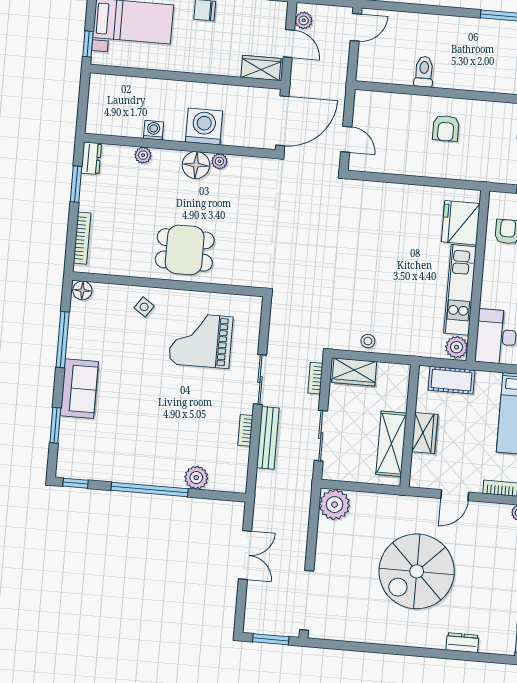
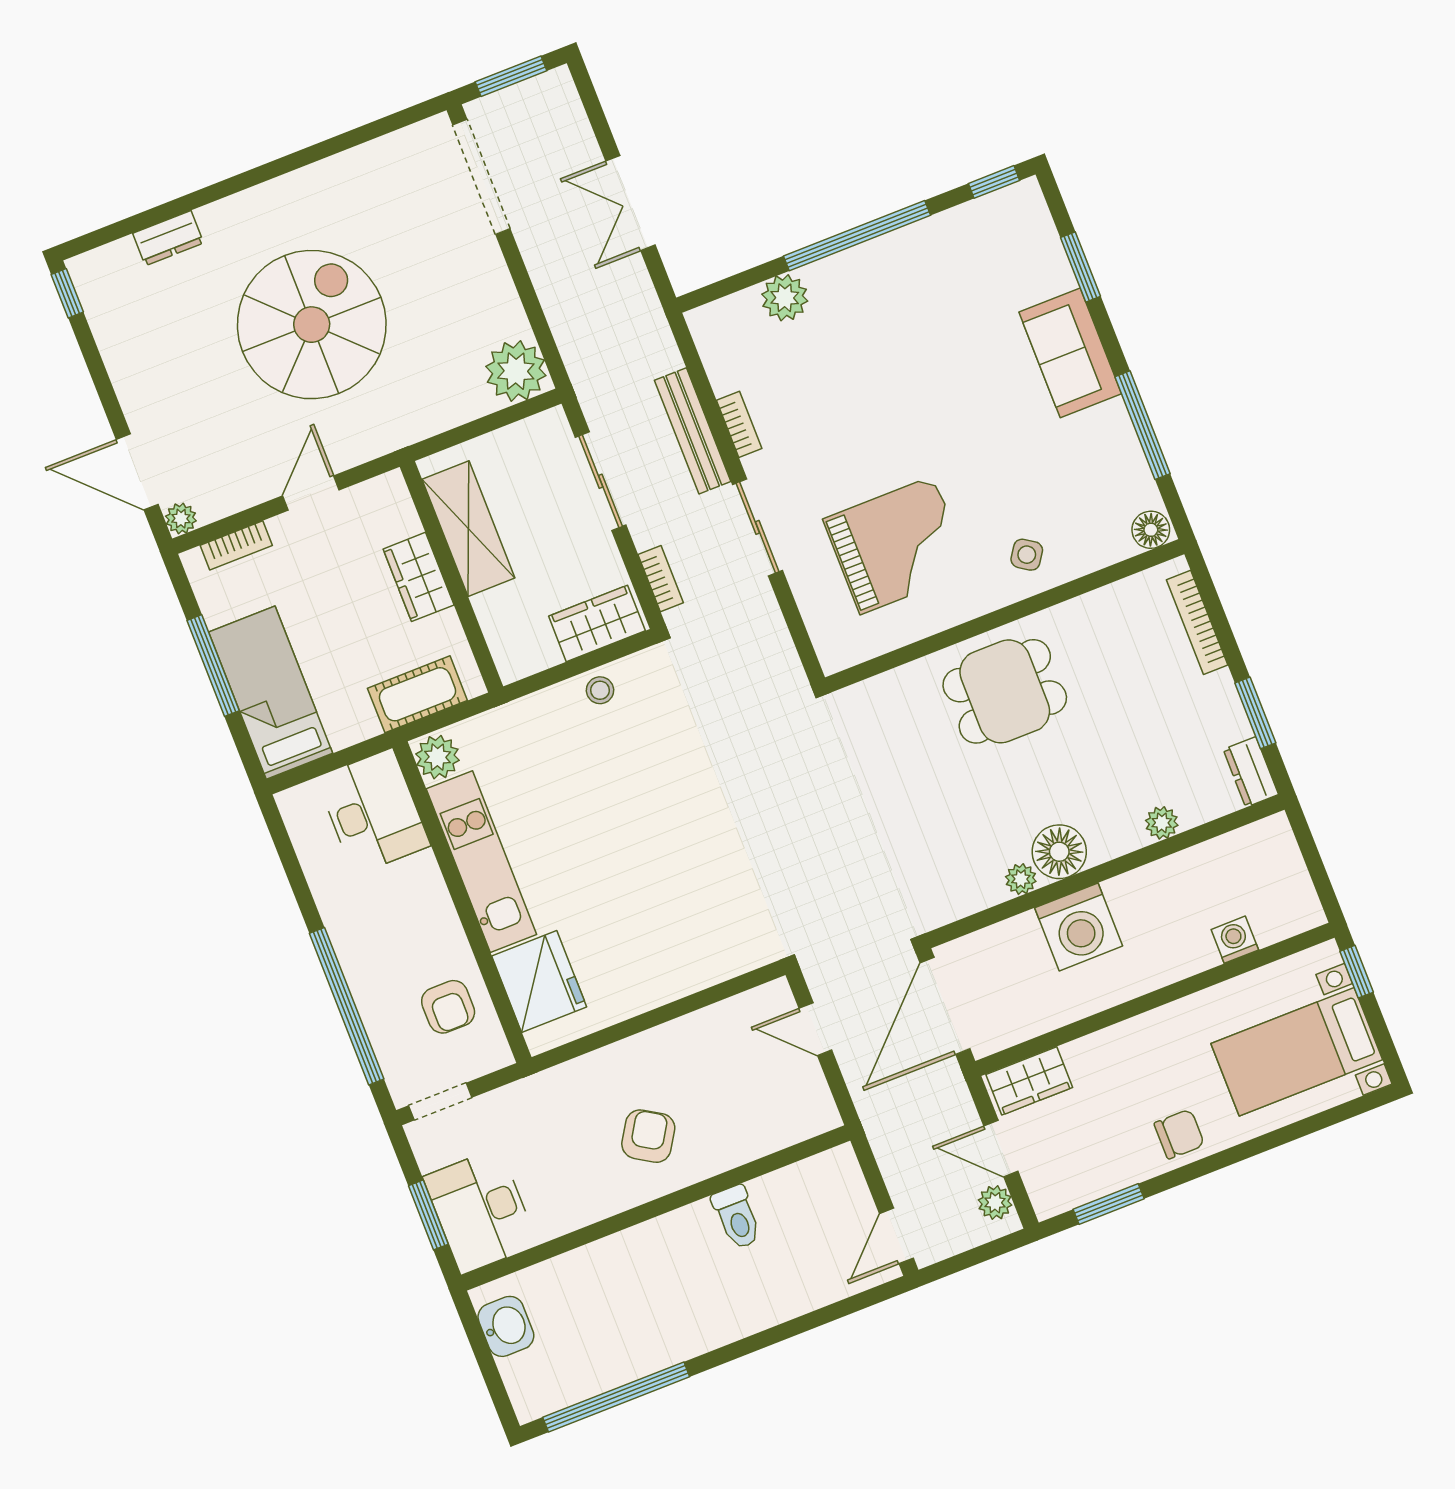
armchair: (446, 128) -> (648, 1136), turned 32
washing machine: (153, 130) -> (1235, 940), moved, turned 180

